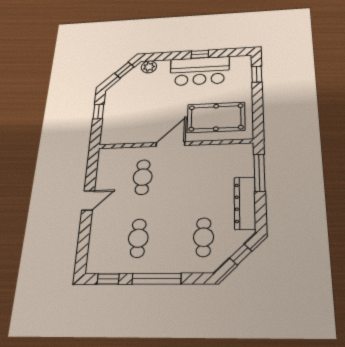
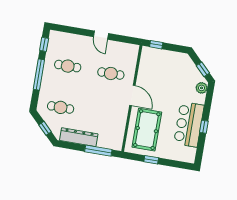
window: (257, 74) -> (151, 160), moved
window: (98, 112) -> (156, 45), moved

